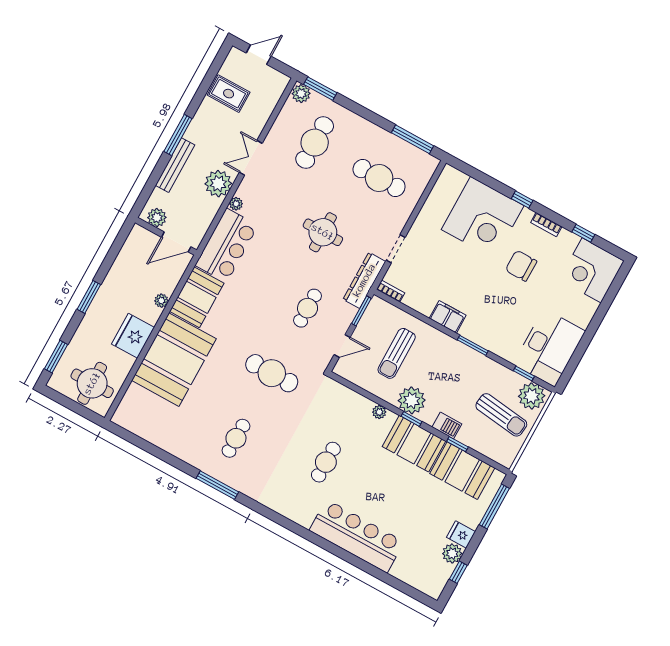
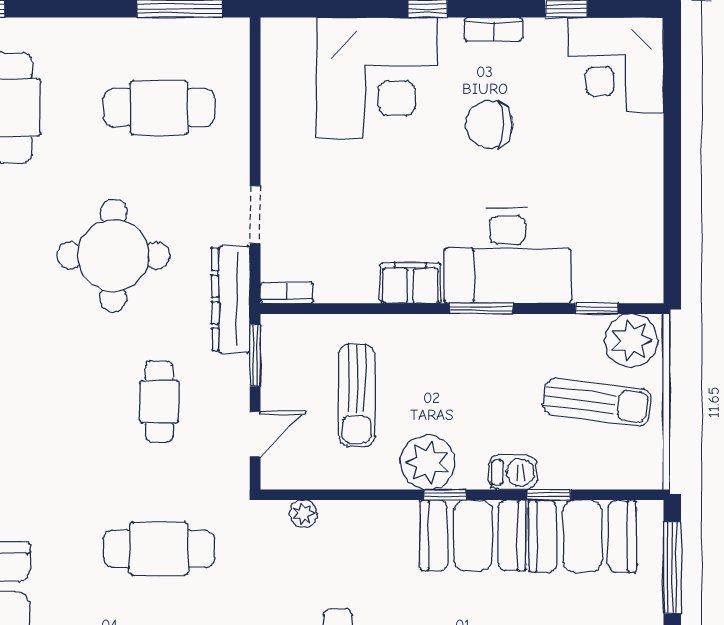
round table: (323, 232) -> (113, 255), width x1.36, depth x1.36
desk: (549, 348) -> (507, 256), moved, turned 90
plant: (379, 412) -> (303, 514), moved

